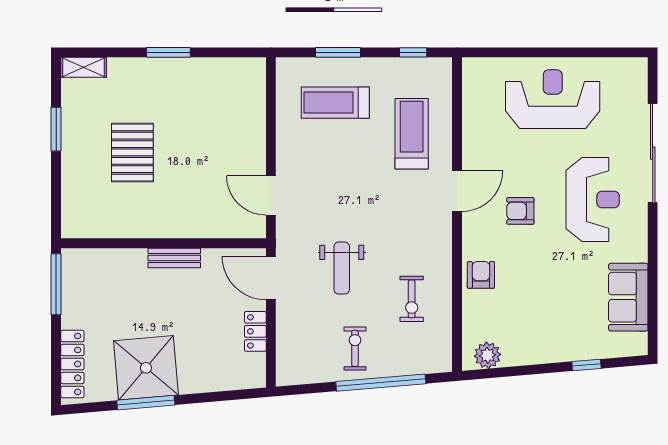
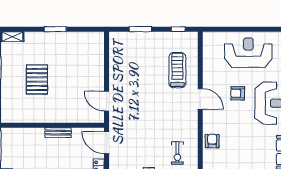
treadmill: (335, 103) -> (139, 54), removed
door: (457, 191) -> (200, 99), hinge flipped
armchair: (520, 211) -> (238, 93), moved
weight bench: (342, 268) -> (142, 138), removed

